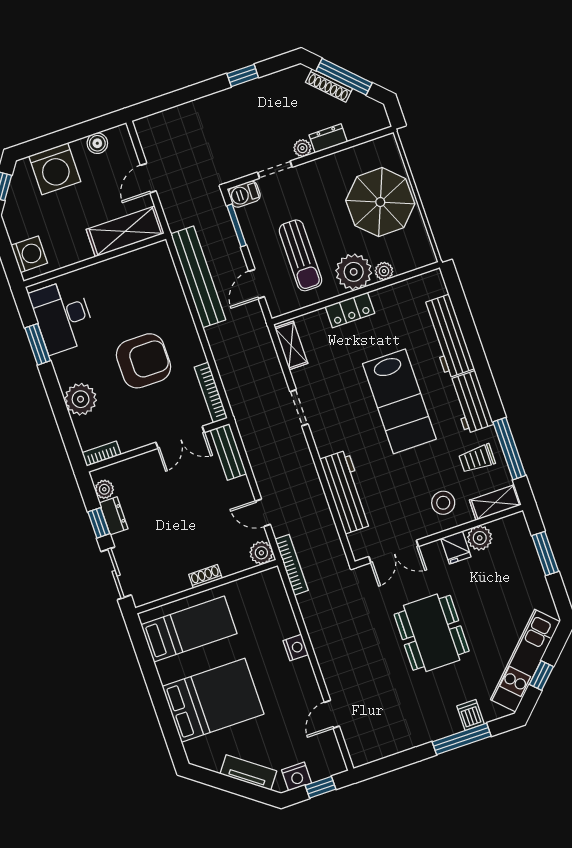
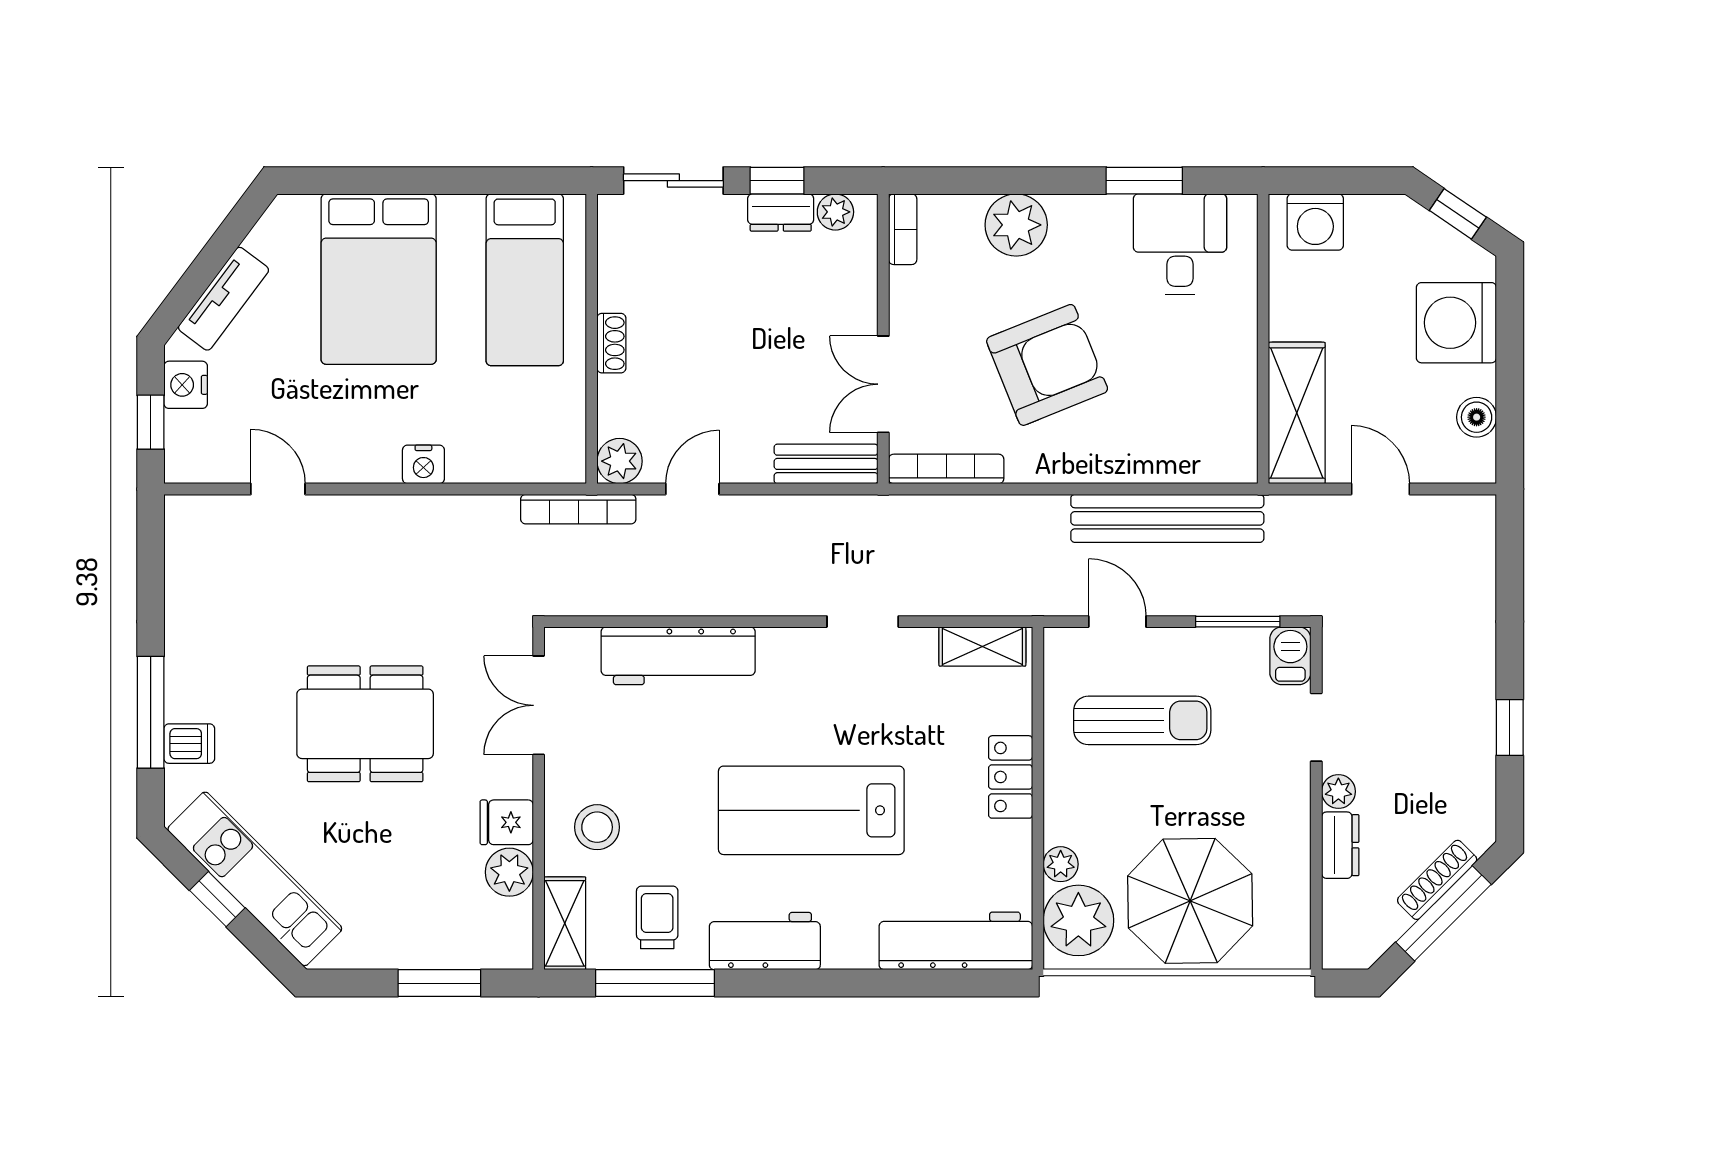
sun lounger: (300, 255) -> (1142, 720), turned 180
plant: (354, 272) -> (1078, 920), moved
desk: (63, 316) -> (1180, 244), width x0.73
workbench: (448, 336) -> (956, 941), moved
armchair: (143, 361) -> (1047, 365), turned -112

